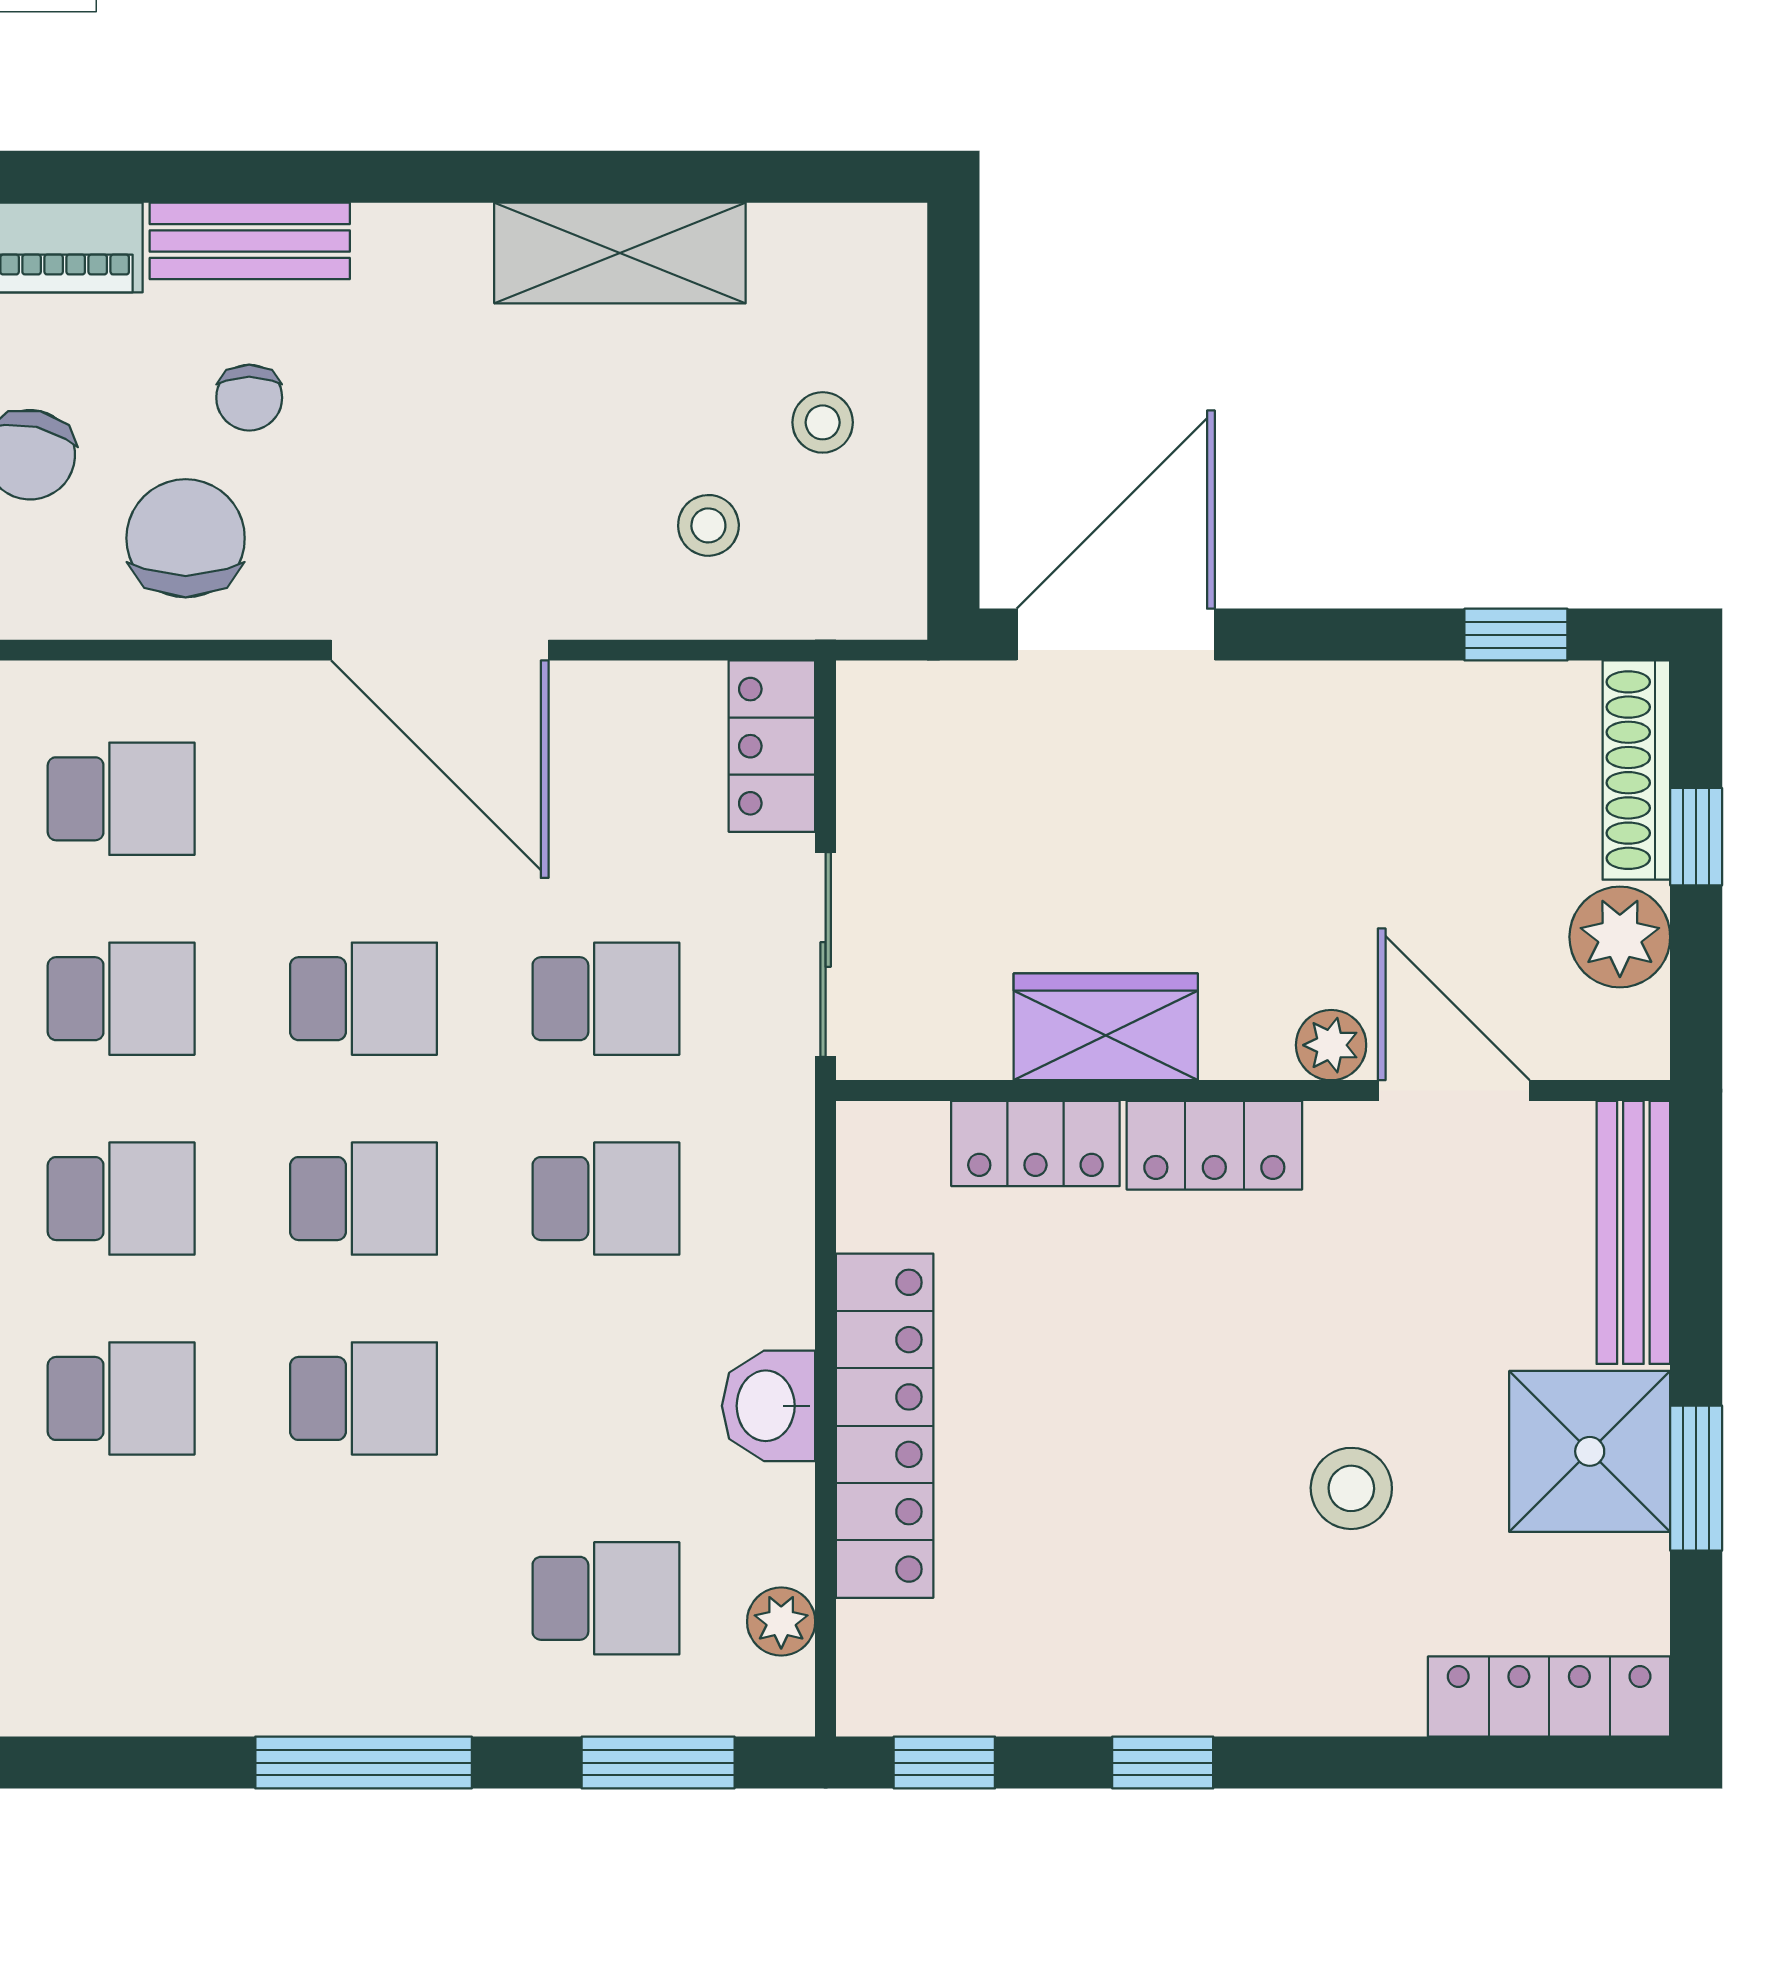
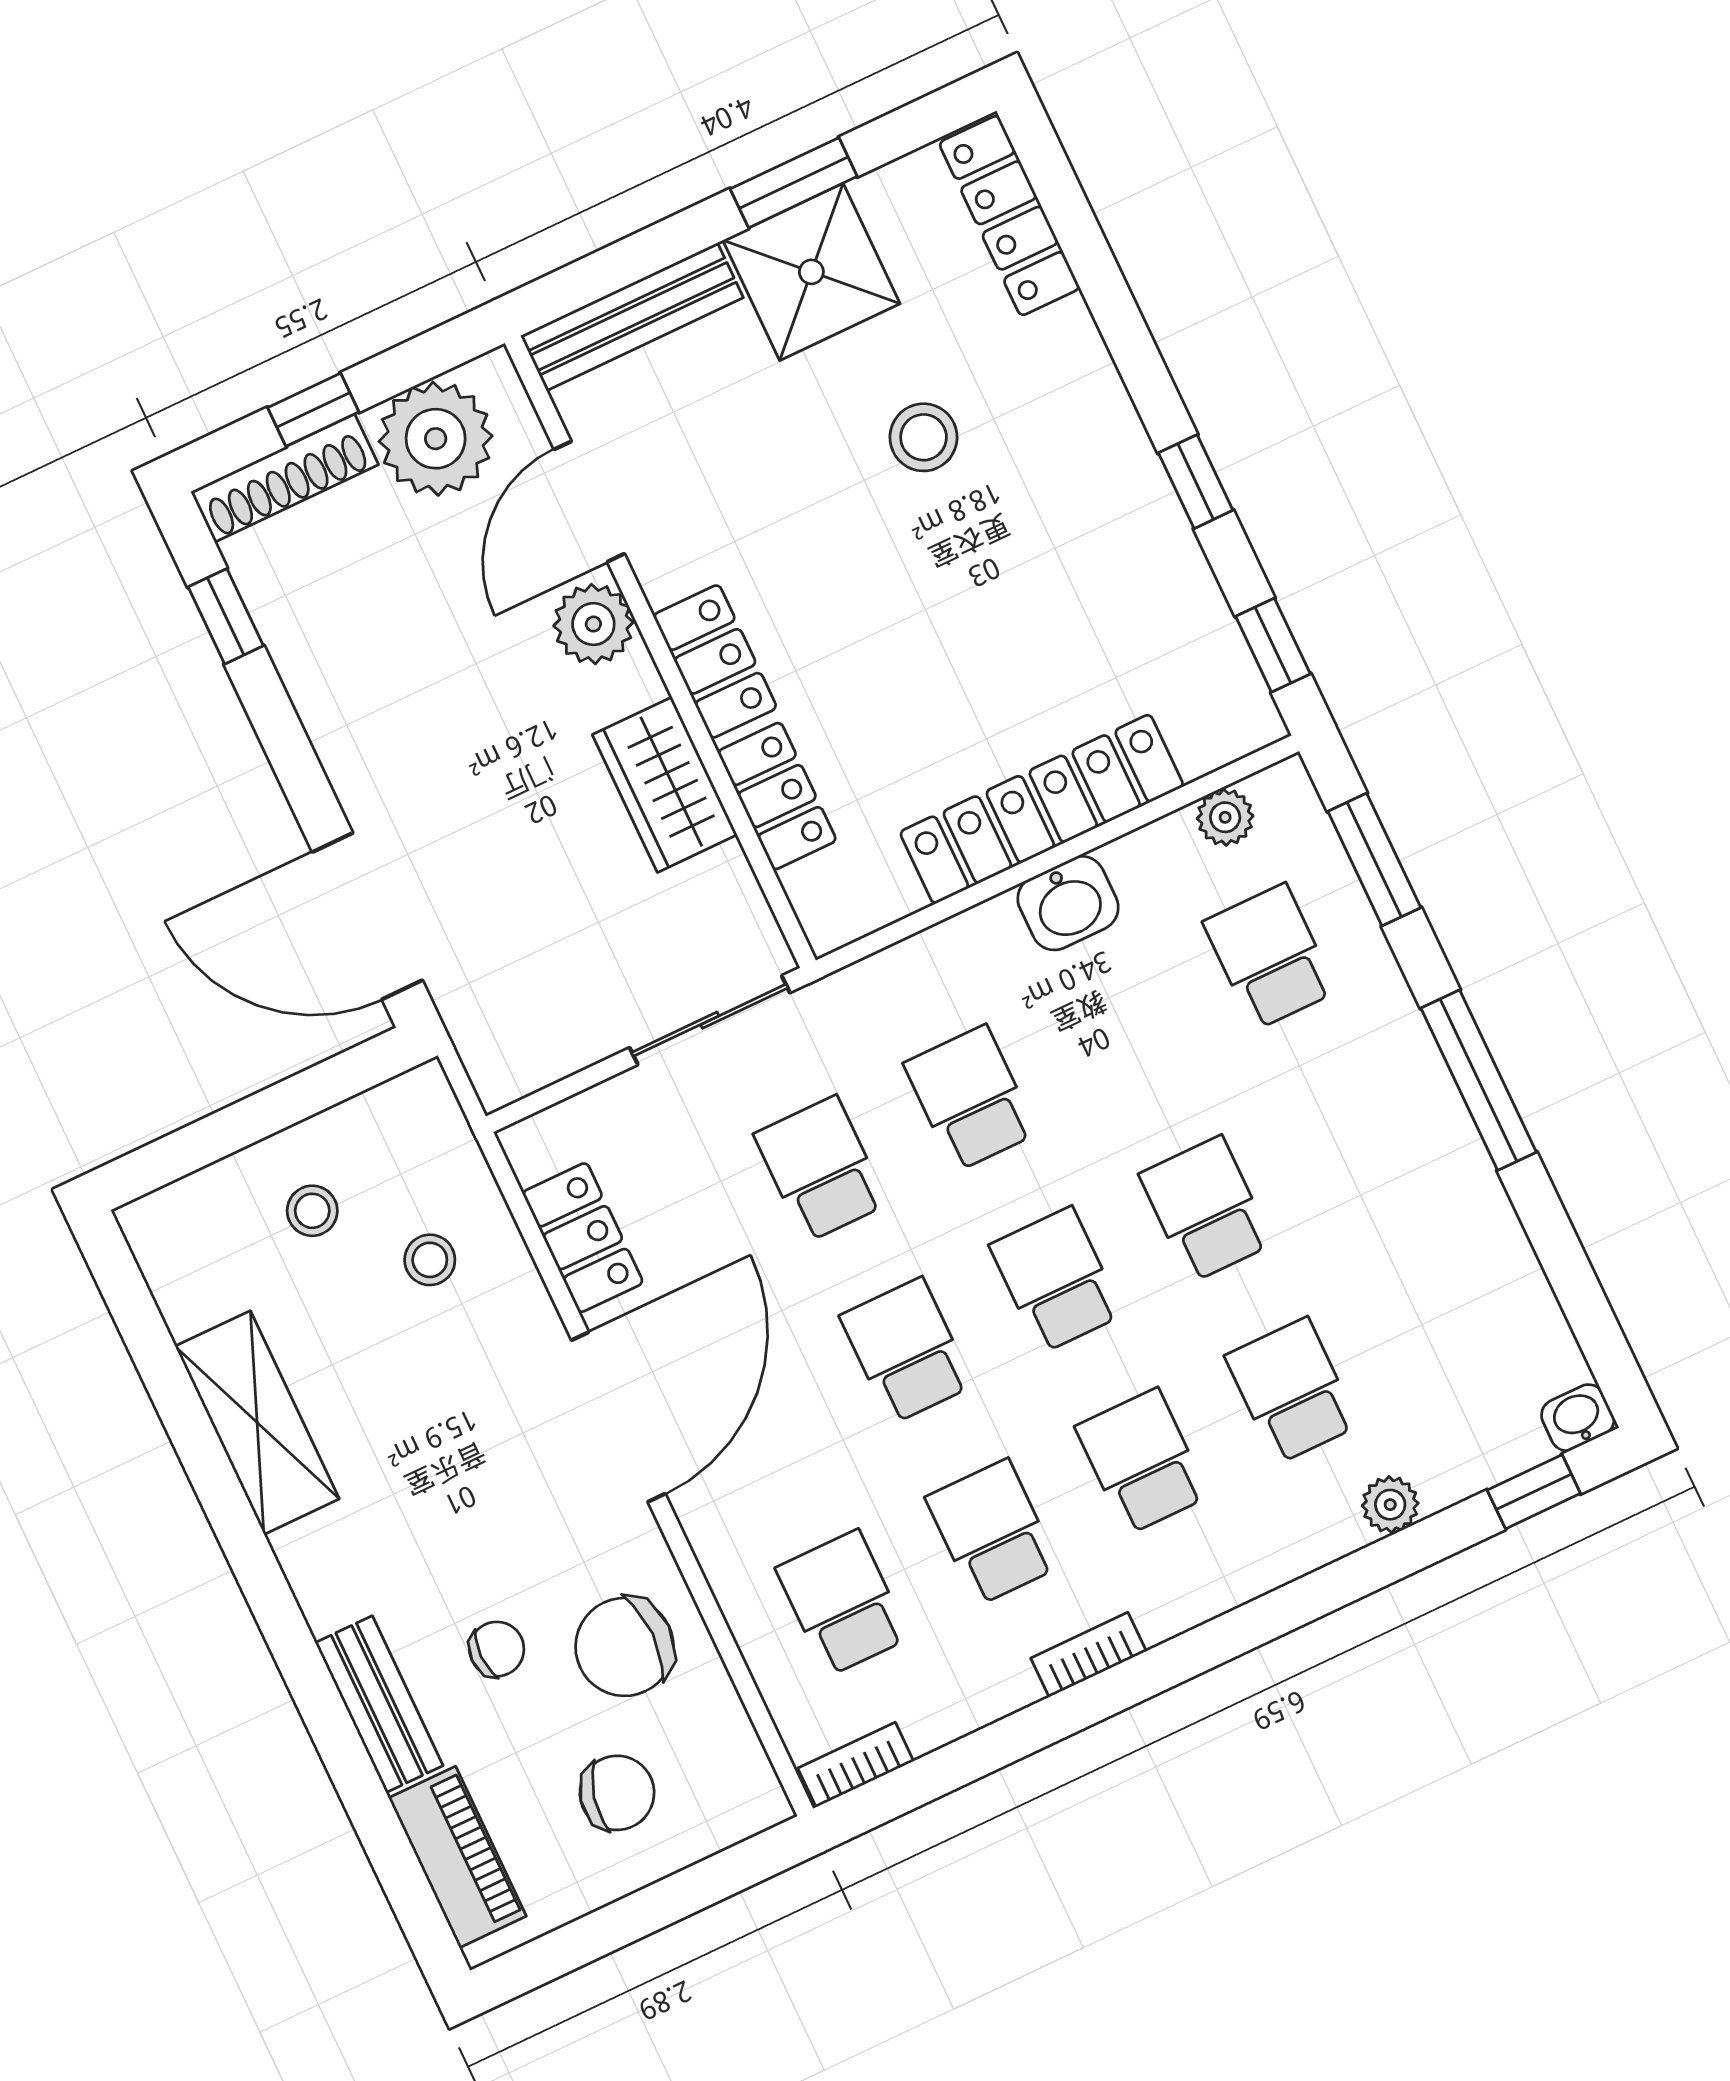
locker: (772, 746) -> (583, 1238), moved, turned -90
plant: (1620, 937) -> (436, 439), width x1.36, depth x1.36
plant: (1331, 1045) -> (593, 624), width x1.38, depth x1.38

